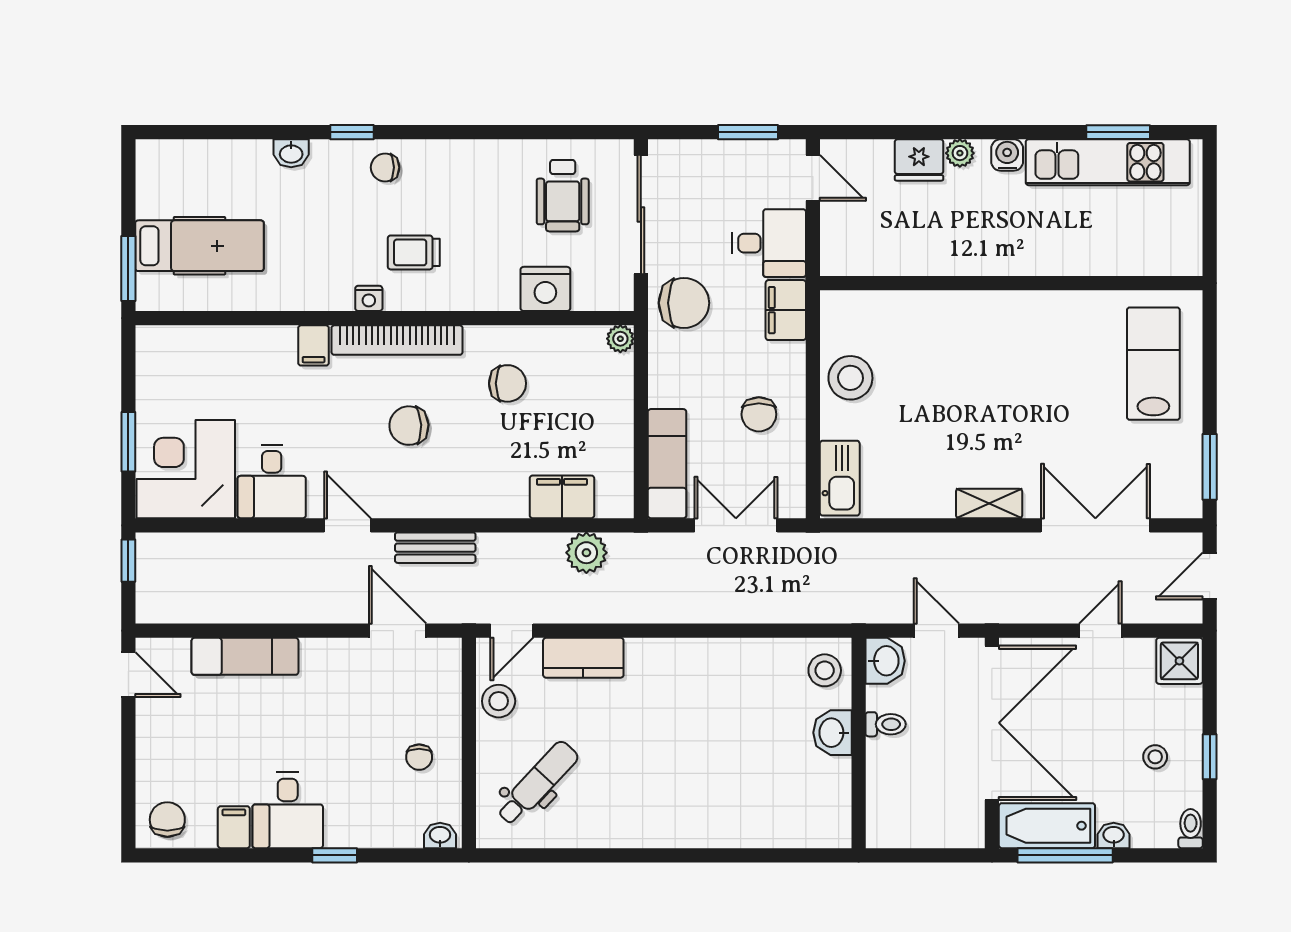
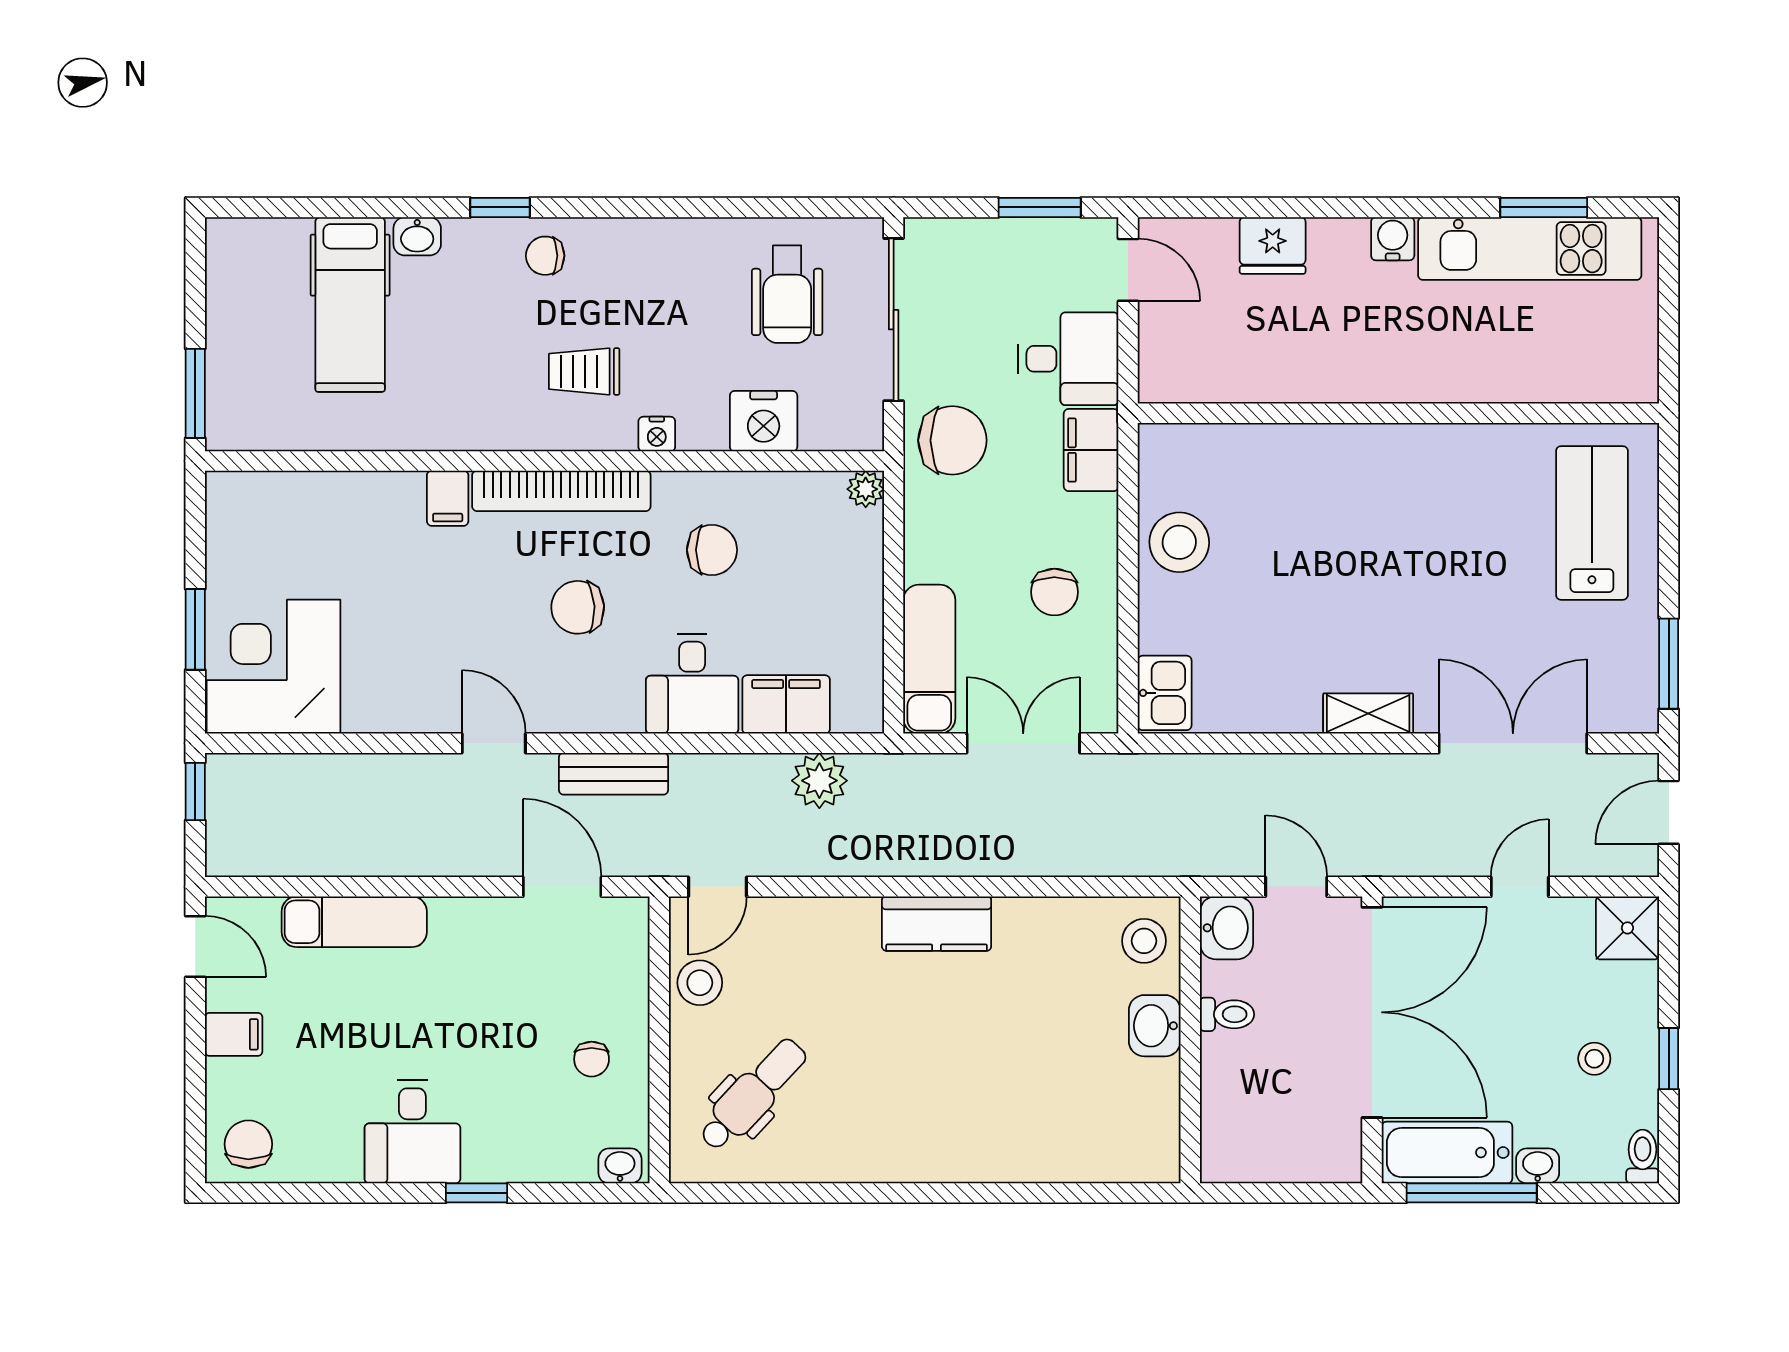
plant: (960, 153) -> (1328, 236), removed
hospital bed: (199, 246) -> (350, 304), moved, turned 90
nightstand: (369, 298) -> (657, 434), moved
kitchen sink: (840, 478) -> (1165, 693), width x0.73
desk: (272, 482) -> (692, 684), moved
kitchen counter: (583, 658) -> (937, 924), moved
filing cabinet: (234, 827) -> (234, 1034), moved, turned 90

